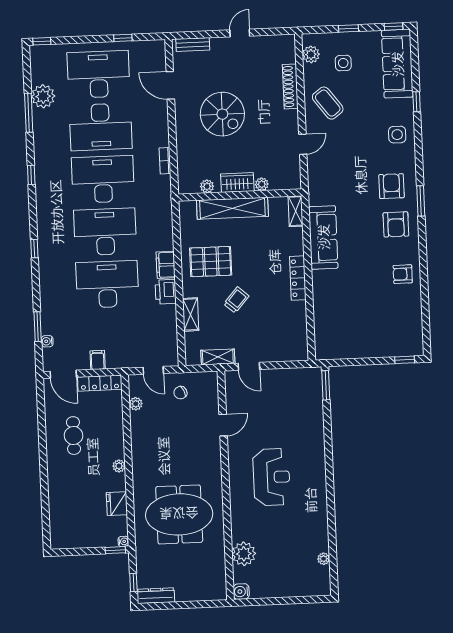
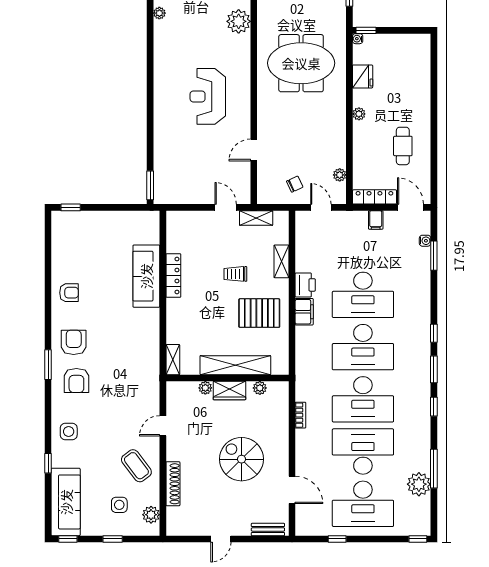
window: (33, 212) -> (434, 369), added
sofa: (323, 237) -> (146, 276), moved
locker: (298, 278) -> (173, 276), moved
trolley: (236, 300) -> (235, 274), turned 49

